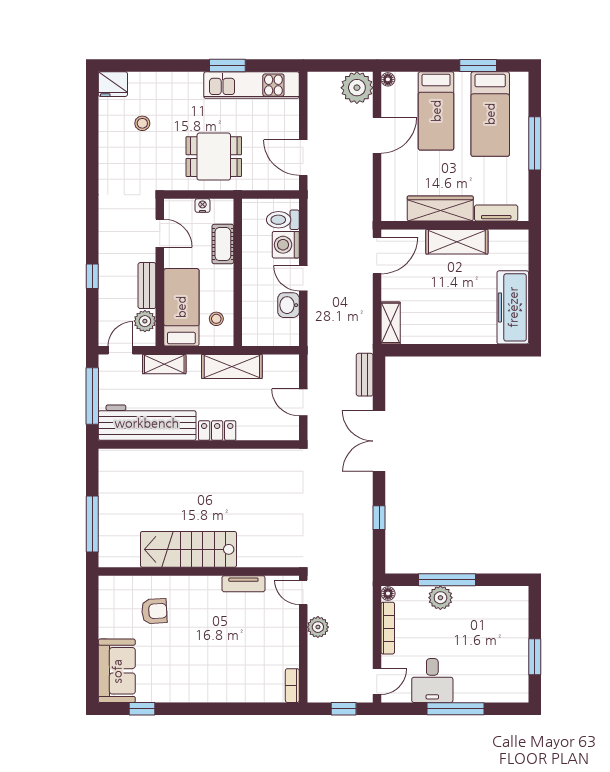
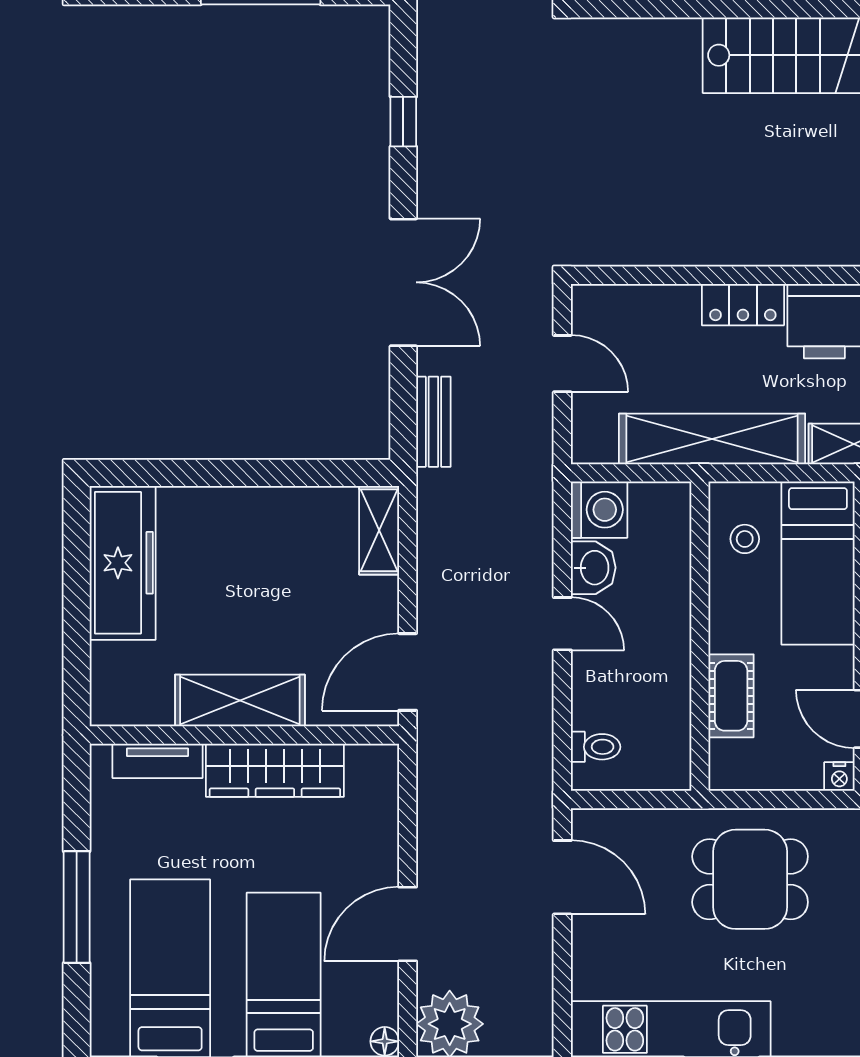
nightstand: (203, 206) -> (839, 777), moved
toilet: (283, 220) -> (596, 747), width x0.73, depth x0.72
washing machine: (286, 245) -> (599, 510), moved
shelving: (232, 366) -> (712, 439), width x1.47

